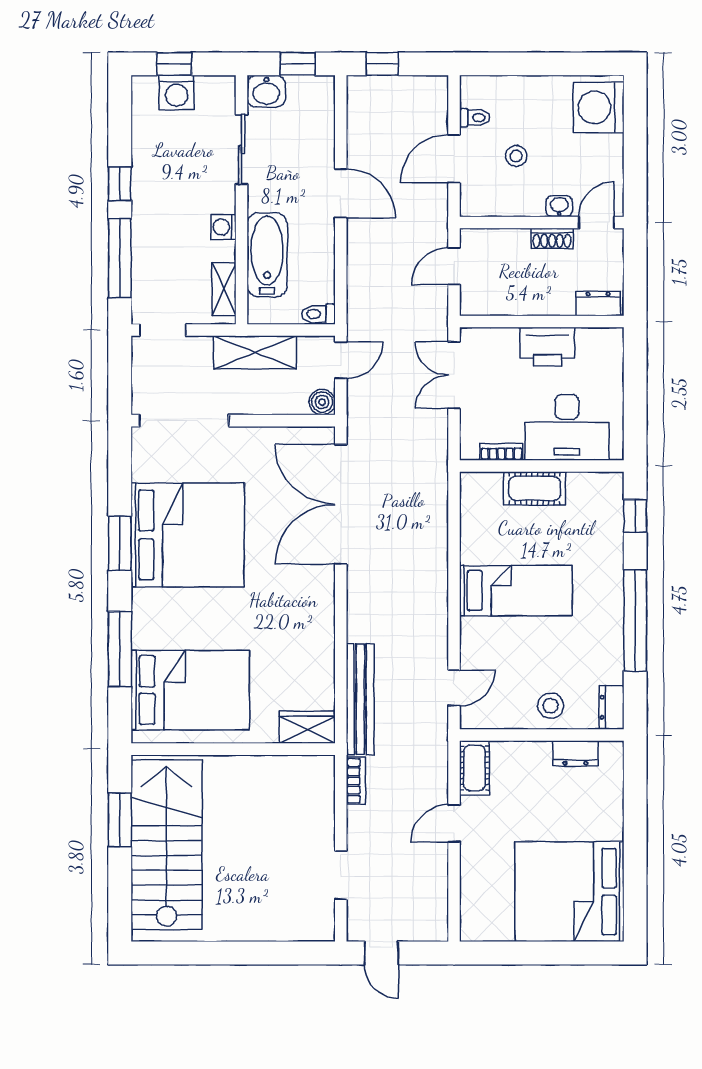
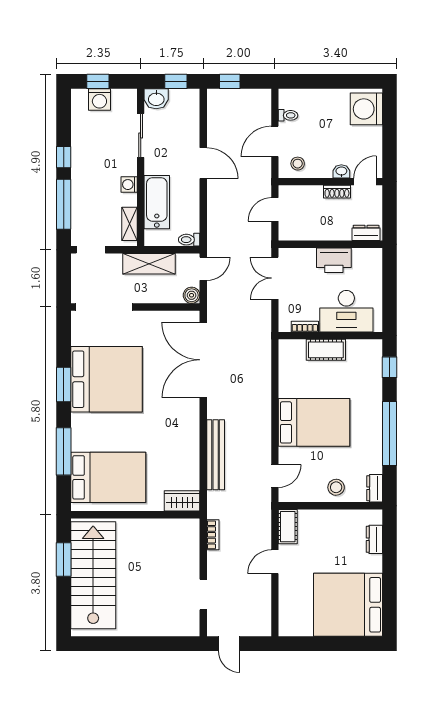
stool: (516, 156) -> (298, 164), moved
bed: (516, 591) -> (314, 422), width x1.50
bench: (360, 699) -> (216, 455), moved
dresser: (576, 753) -> (374, 539), moved, turned 90

